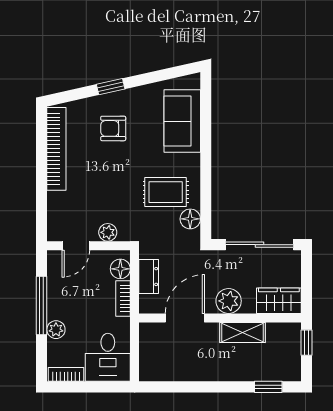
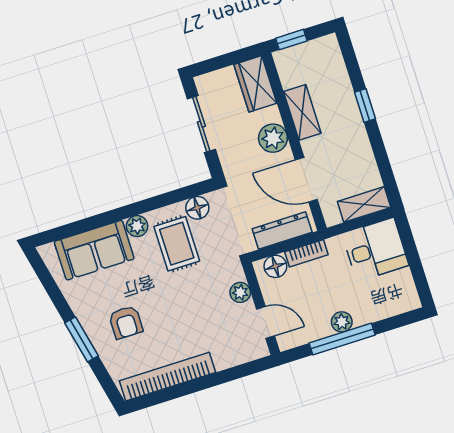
window: (111, 87) -> (82, 339), width x1.50
plant: (191, 163) -> (137, 226), added
sliding door: (259, 245) -> (201, 124), width x0.73
dresser: (149, 277) -> (282, 230), width x1.44
plant: (56, 330) -> (342, 322), moved
shelving: (149, 360) -> (364, 204), added
bookcase: (66, 374) -> (408, 289), removed
window: (268, 387) -> (365, 106), moved

